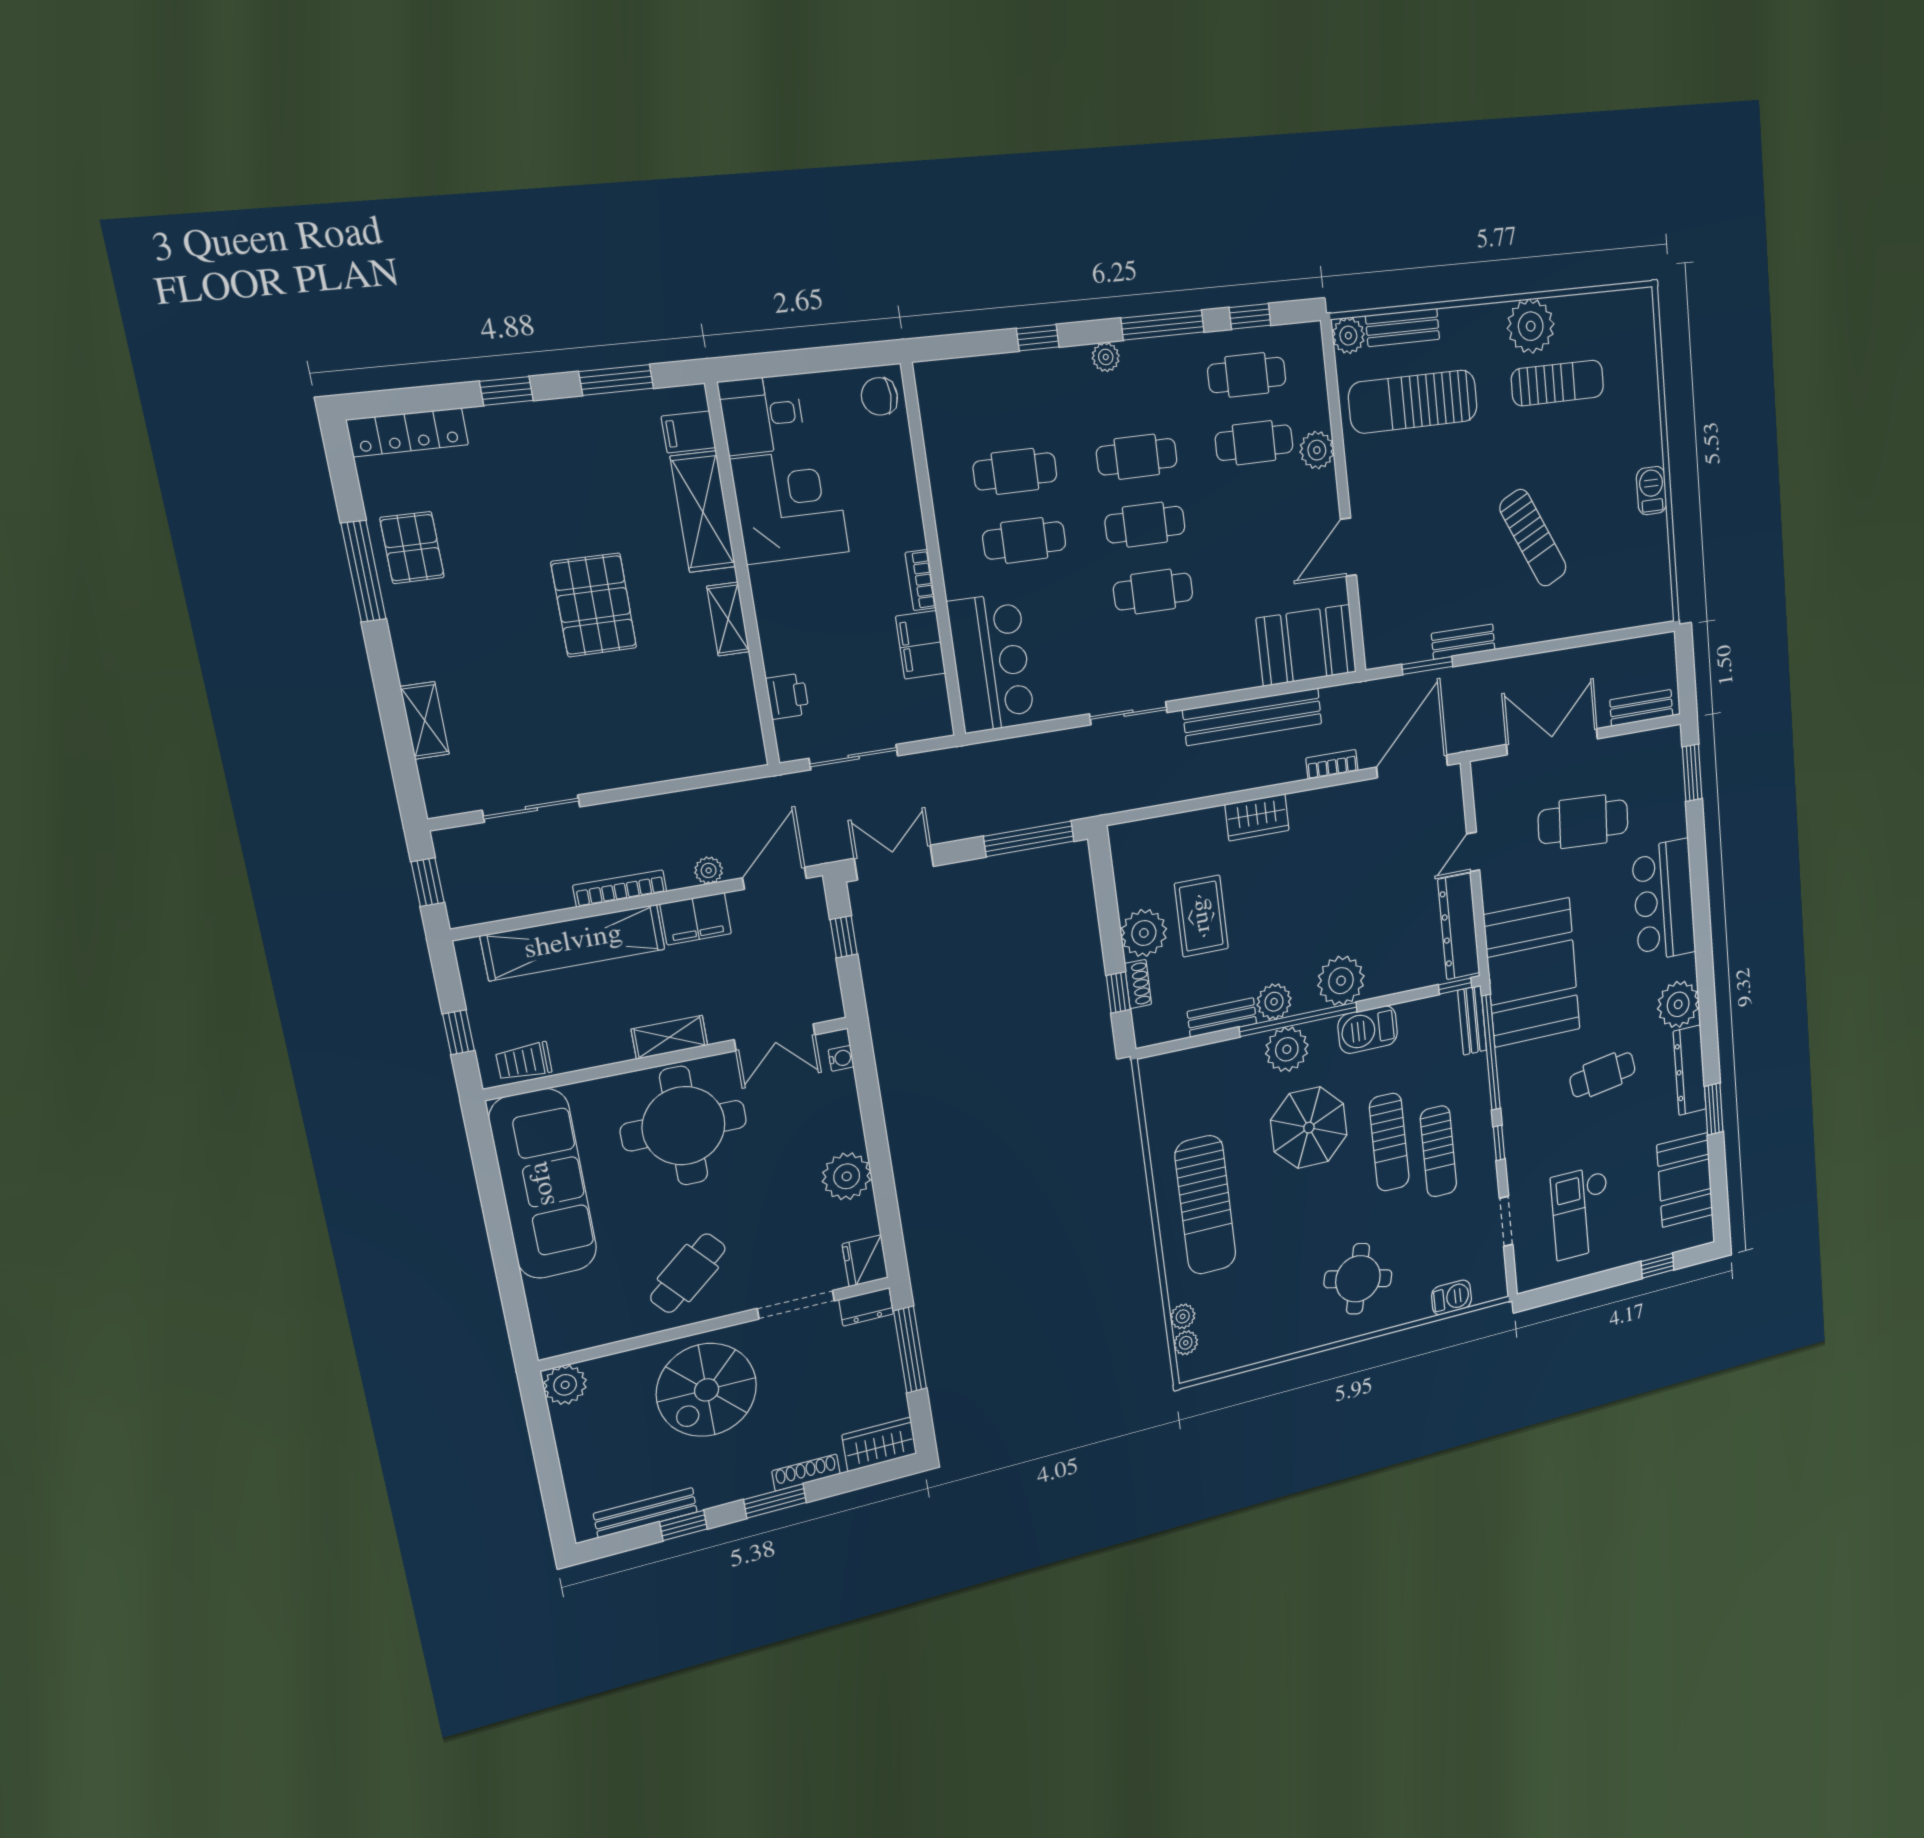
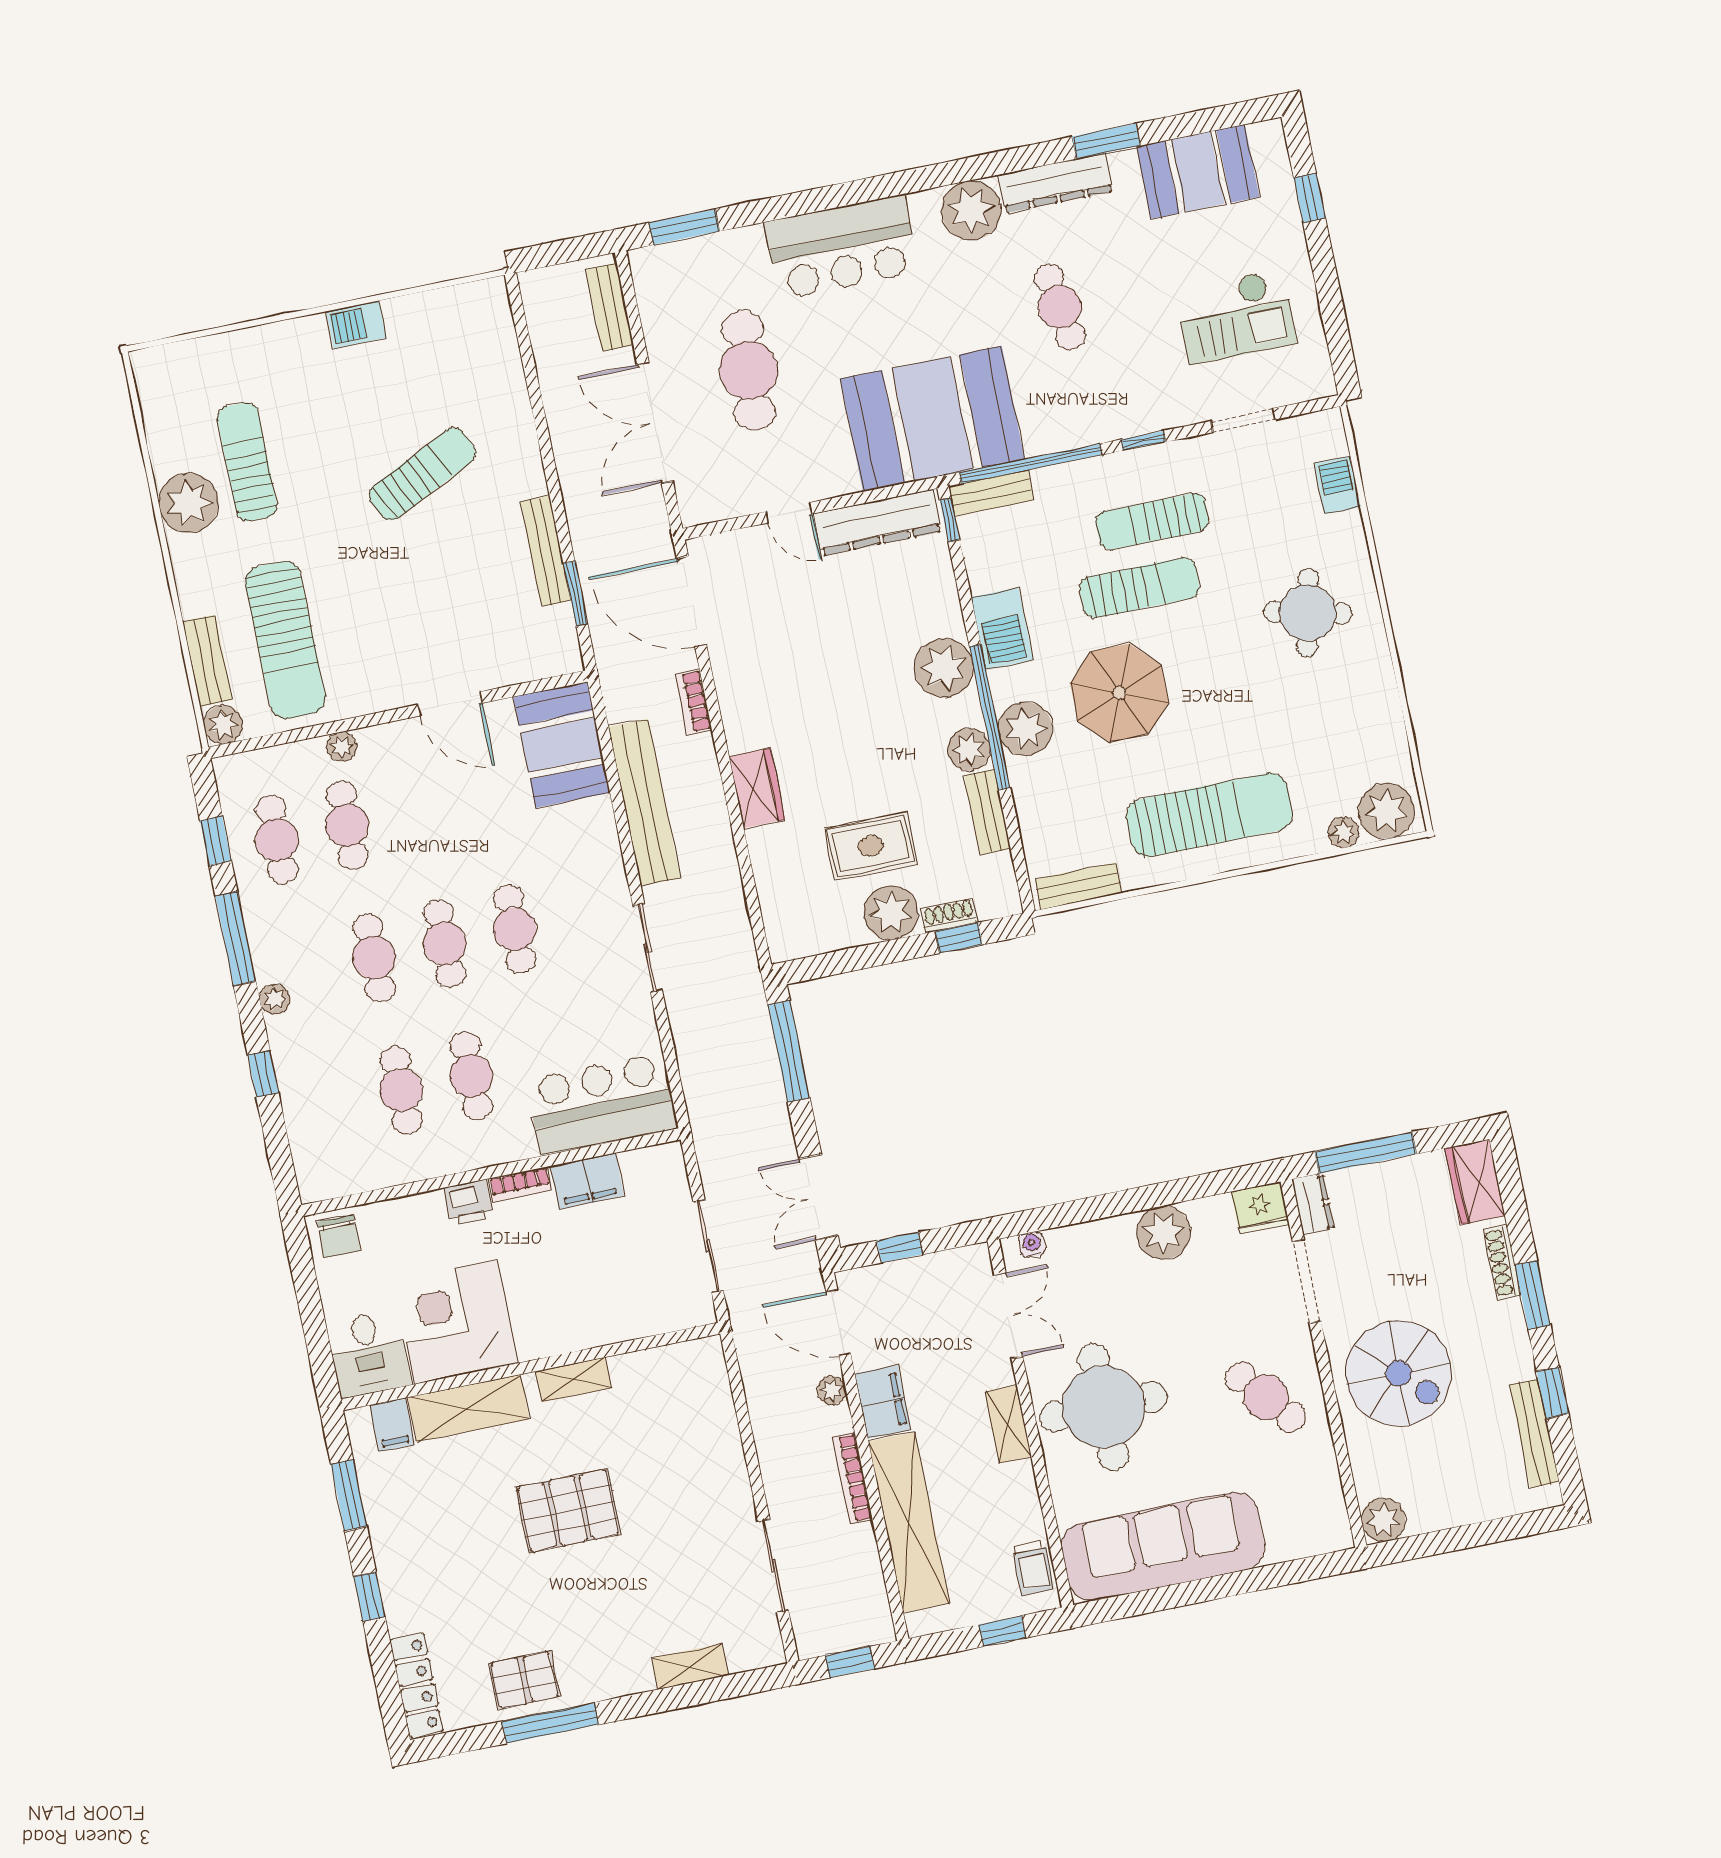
plant: (1317, 450) -> (342, 747), width x0.73, depth x0.73
bench: (1463, 642) -> (546, 551), width x1.36
printer: (787, 696) -> (468, 1202), moved, turned 180
bench: (1155, 1096) -> (1079, 886), added
sun lounger: (1438, 1151) -> (1152, 521), turned 180
plant: (1186, 1343) -> (1386, 811), width x1.87, depth x1.87

